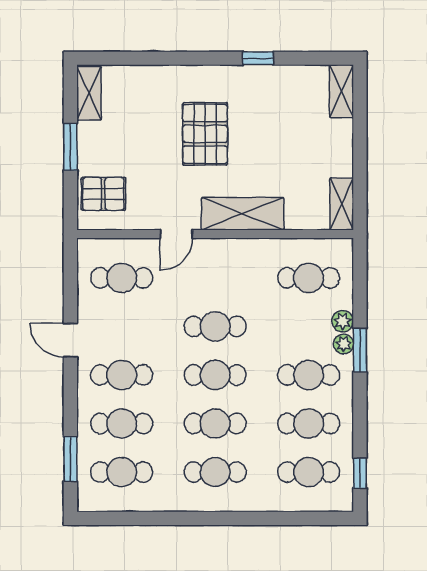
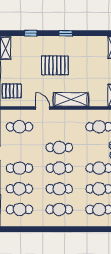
window: (148, 58) -> (31, 33), added
window: (258, 58) -> (66, 33), moved
pallet: (205, 134) -> (55, 65), turned 90
door: (176, 234) -> (43, 108), swing flipped

